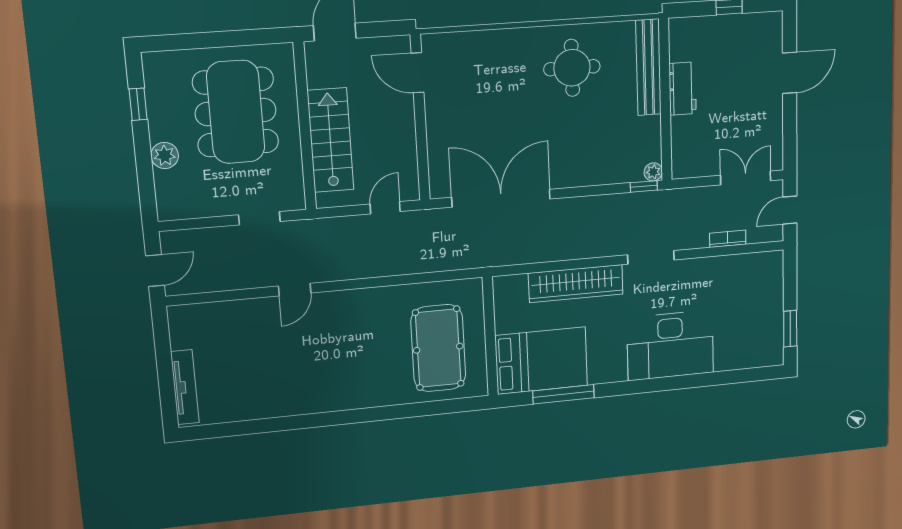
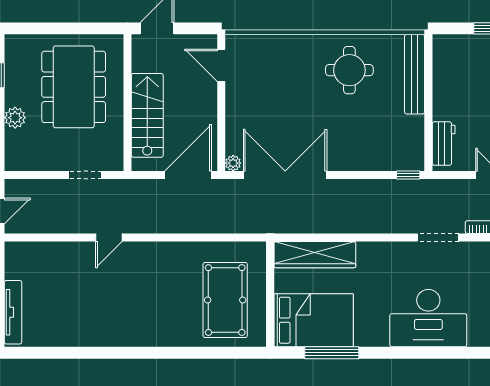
workbench: (683, 89) -> (444, 144), moved
plant: (653, 172) -> (233, 163), moved
door: (385, 208) -> (188, 175), width x1.88
doorway: (651, 257) -> (438, 237), moved
wardrobe: (576, 284) -> (315, 255), moved

